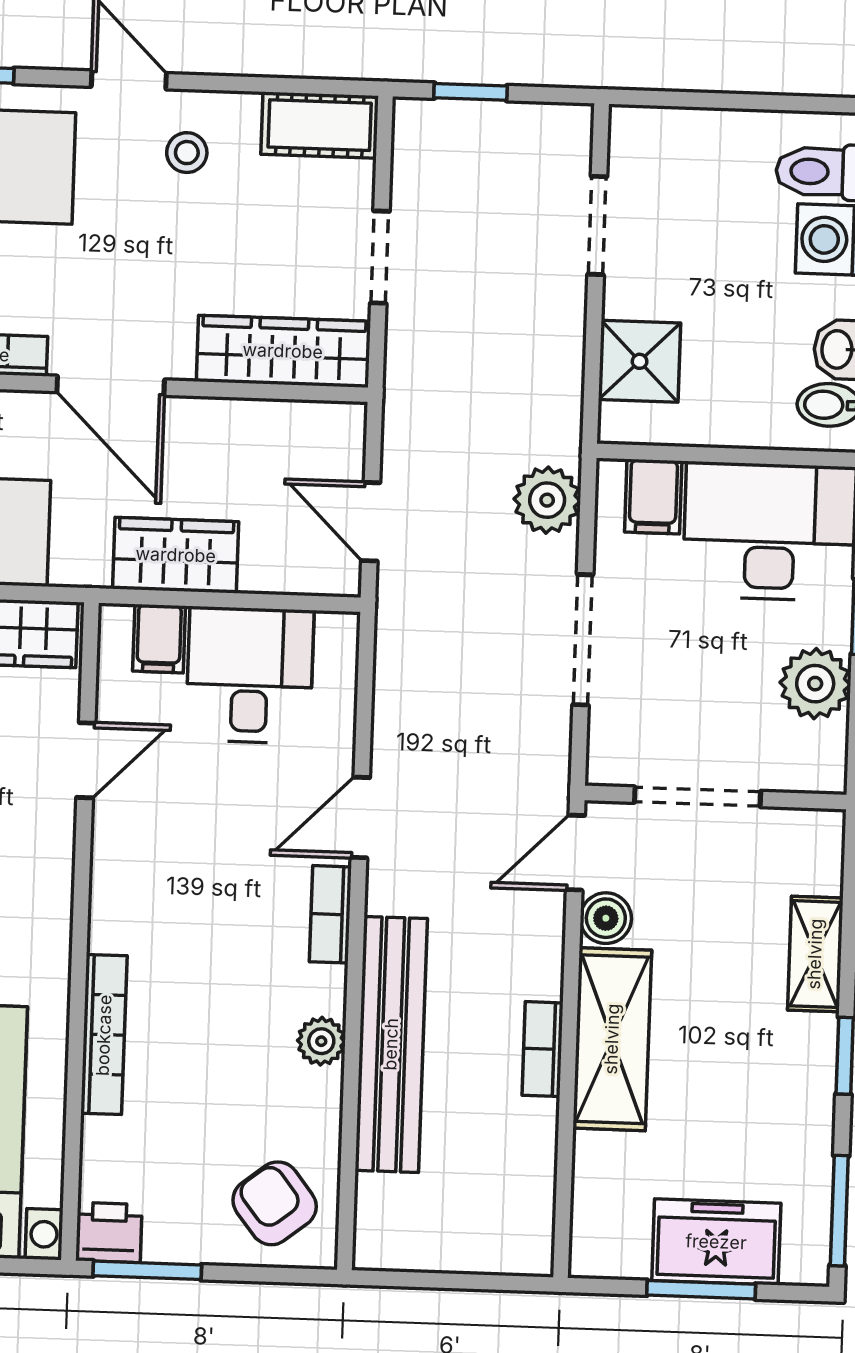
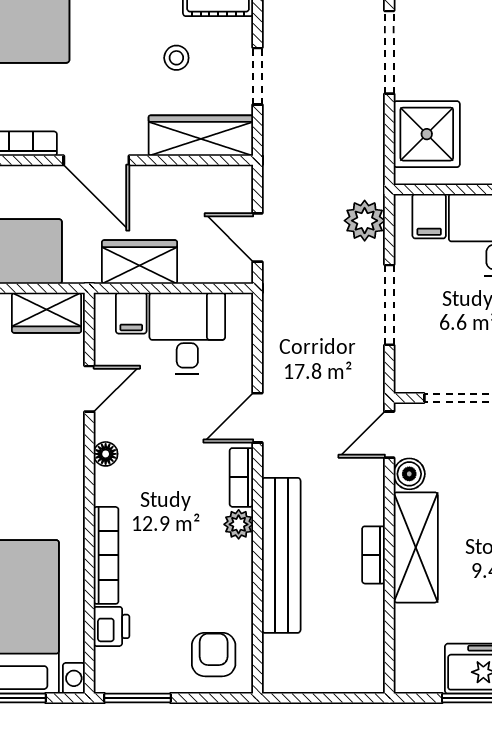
stool: (187, 153) -> (176, 58), moved
doorway: (597, 225) -> (389, 52), width x1.38
shower: (640, 361) -> (427, 134), width x1.36, depth x1.36
floor lamp: (109, 868) -> (106, 454), added
plant: (321, 1041) -> (239, 524), moved
armchair: (275, 1203) -> (214, 655), turned 38
printer: (109, 1232) -> (112, 626), moved, turned 90

